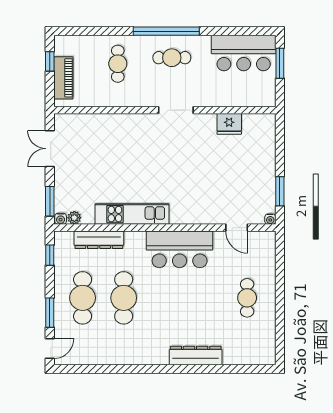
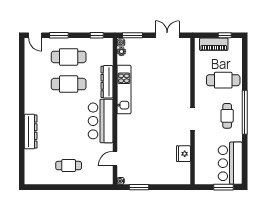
cafe table: (118, 64) -> (223, 80), width x1.37, depth x1.35
dresser: (99, 240) -> (107, 82), moved

